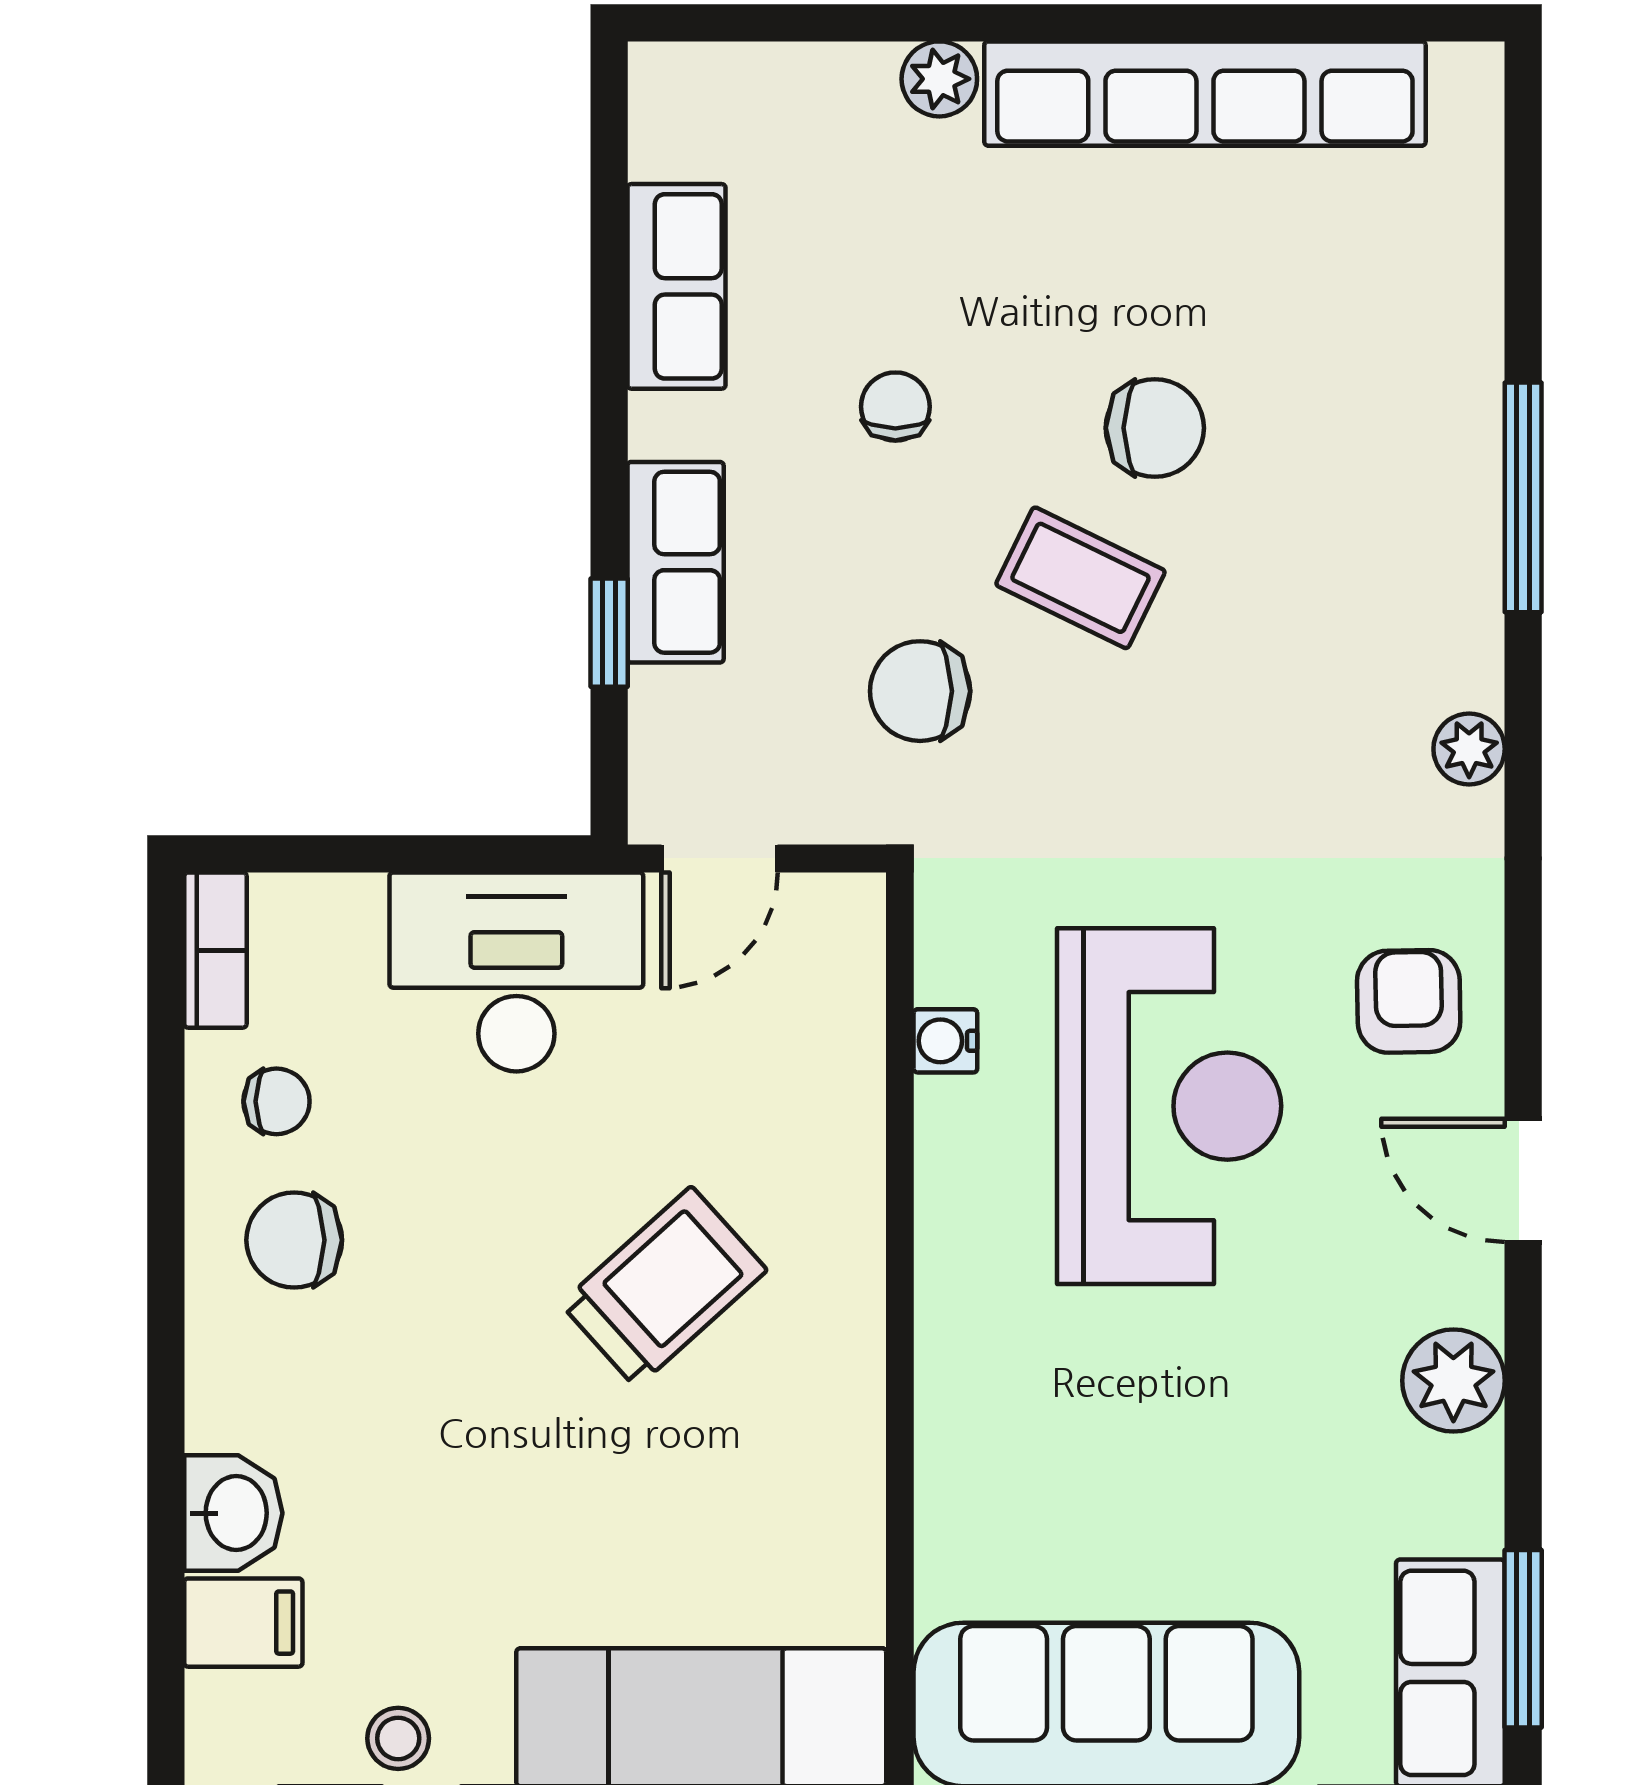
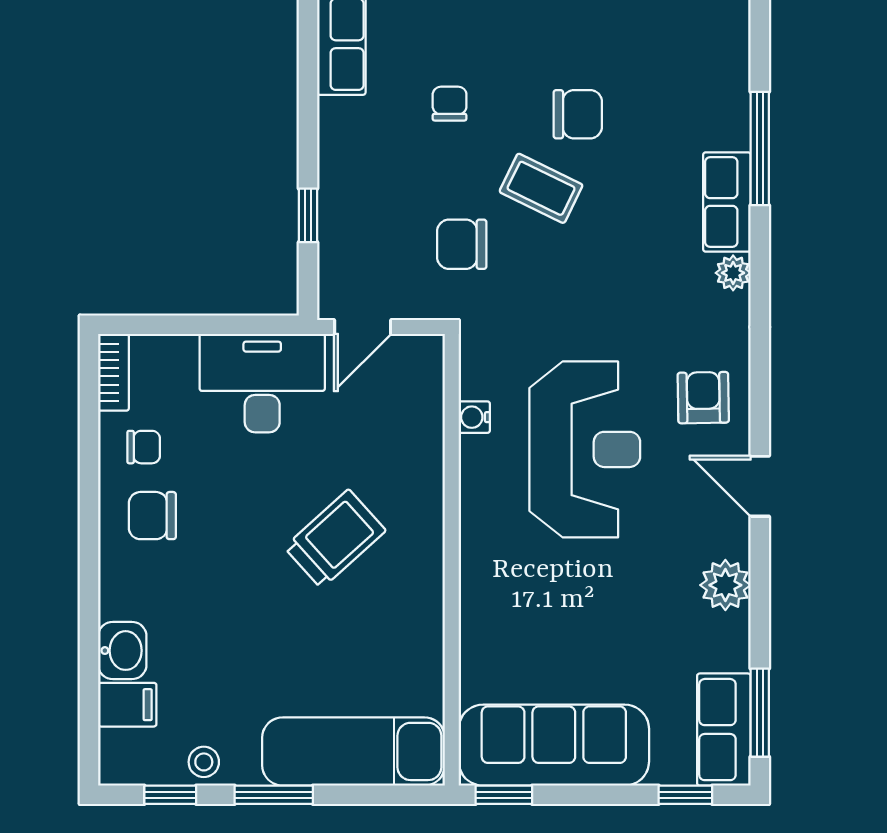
row of seats: (676, 562) -> (727, 202), moved, turned 180

